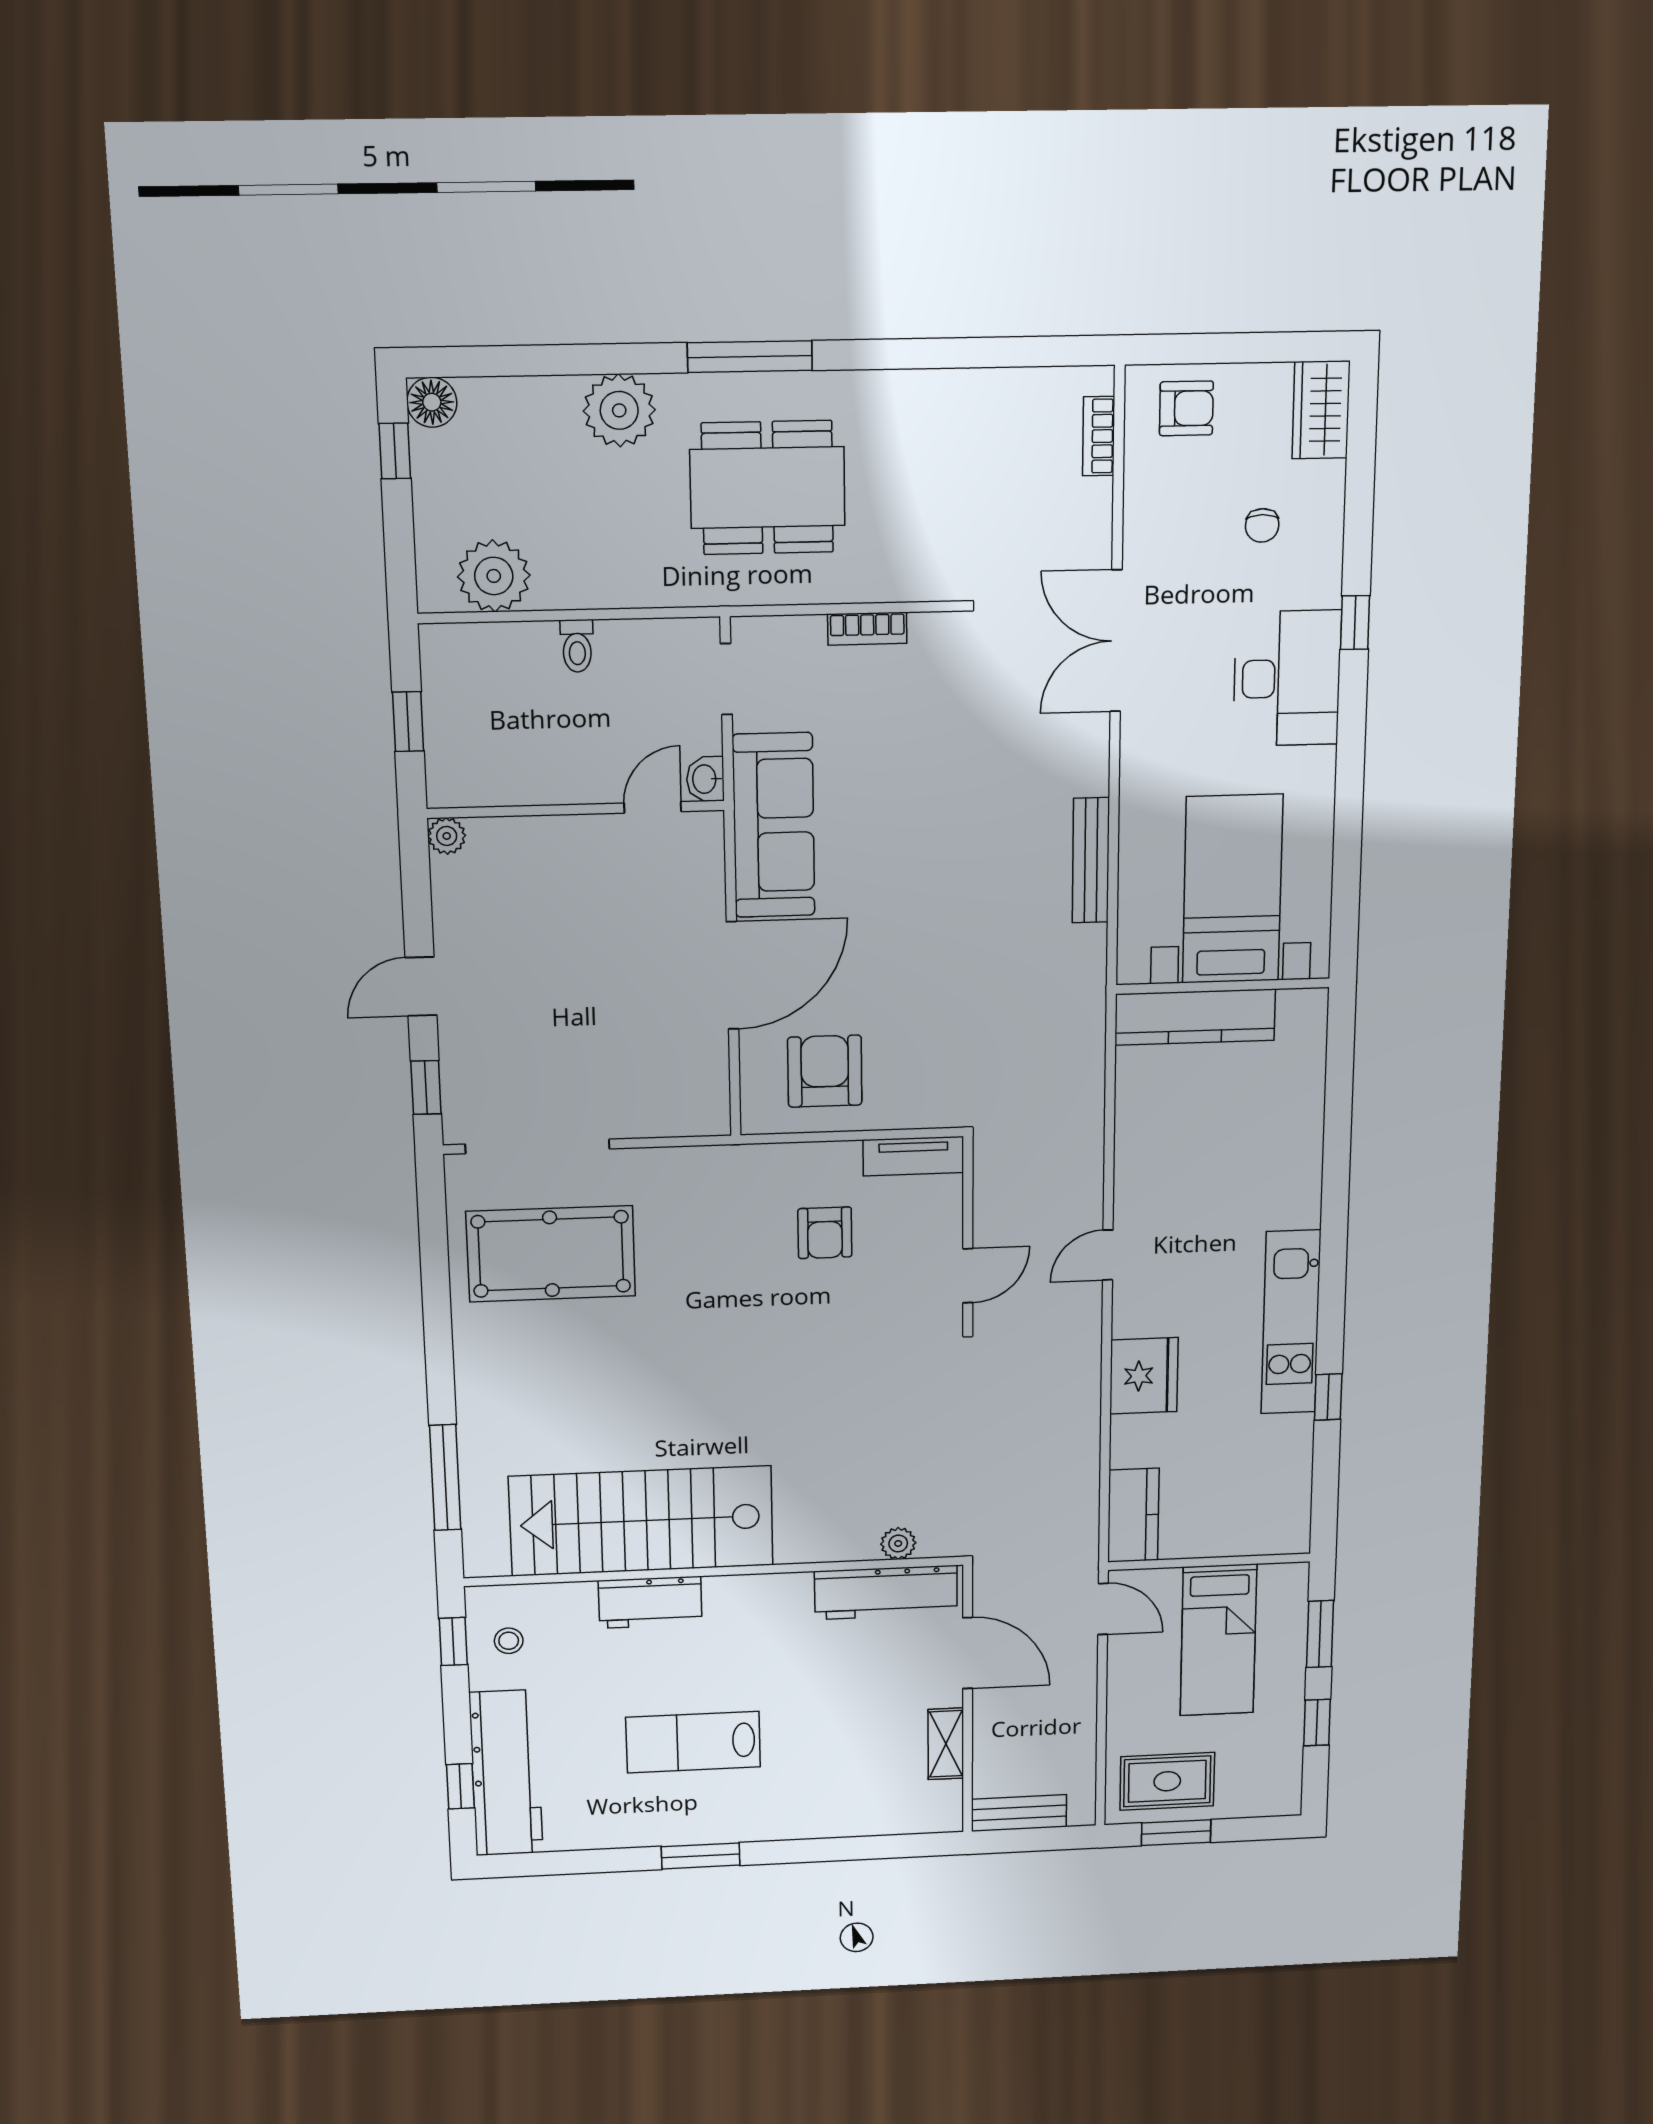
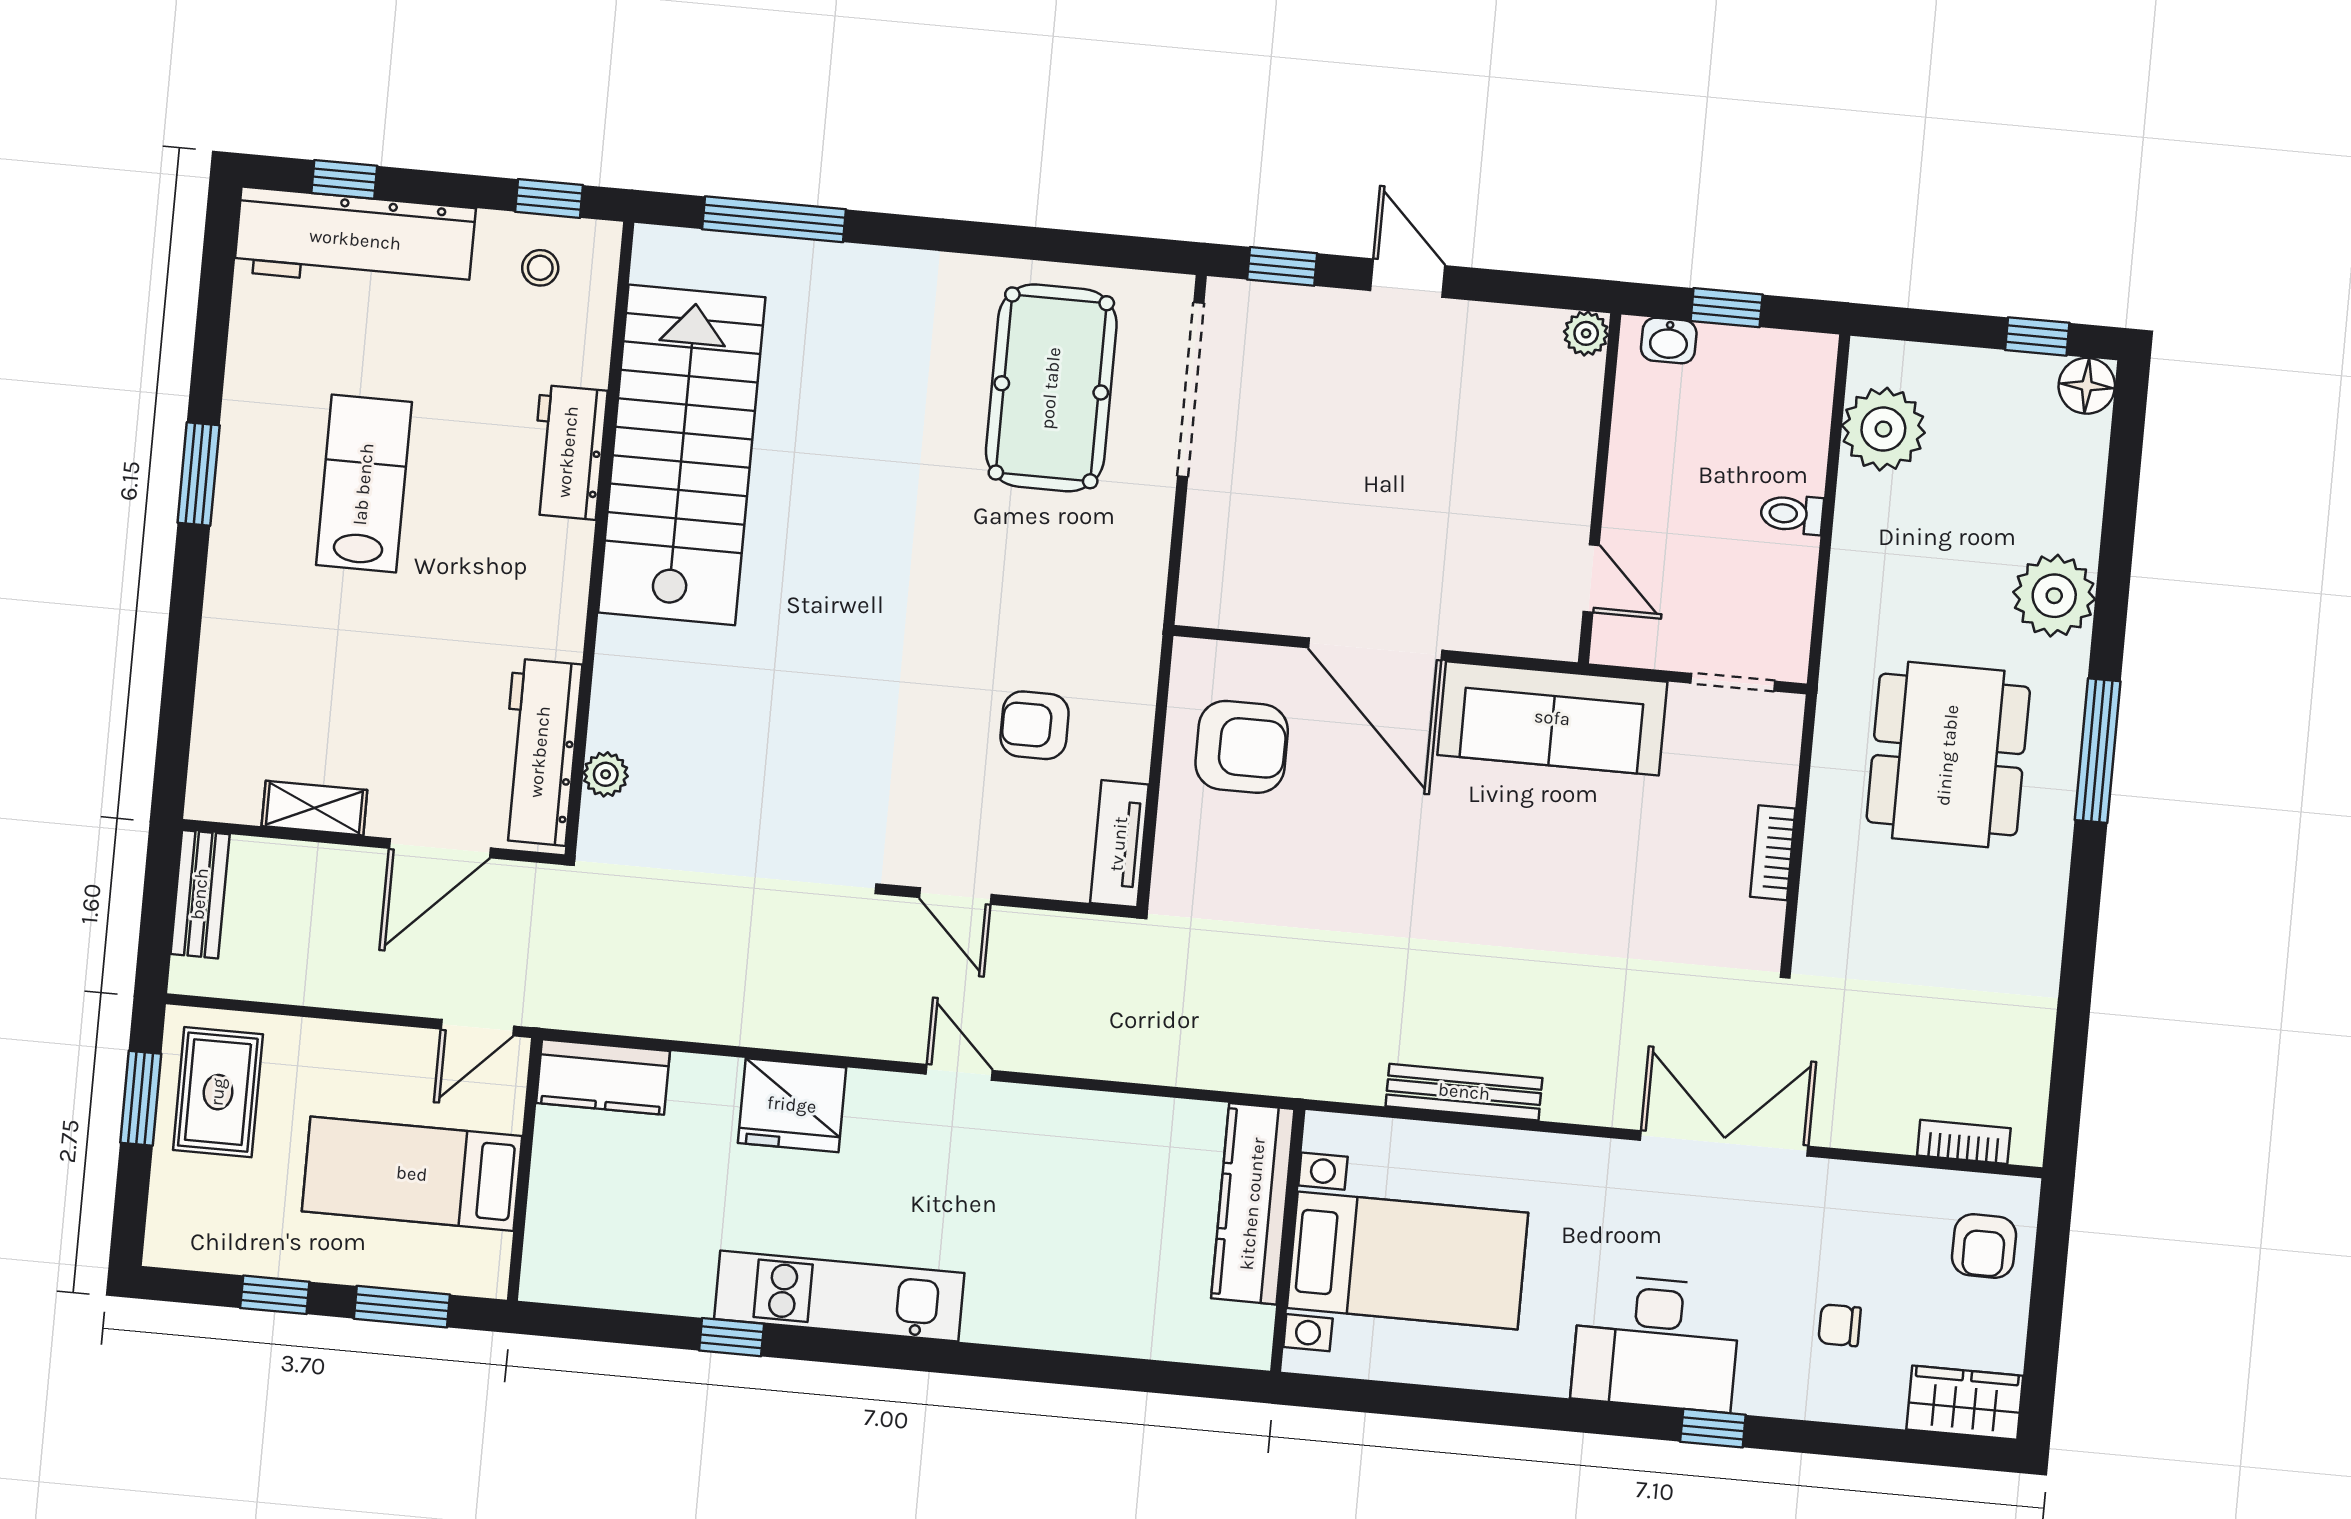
washbasin: (705, 779) -> (1669, 341), moved, turned 180

